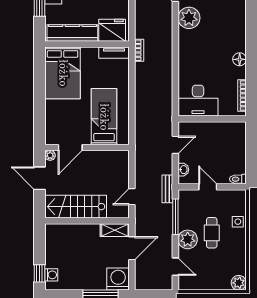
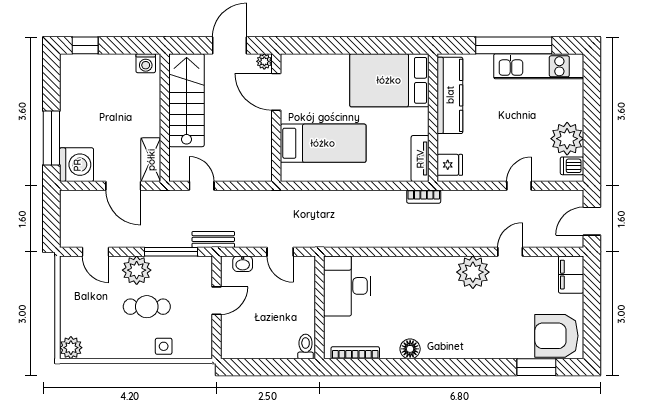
fridge: (112, 30) -> (450, 165), width x0.53, depth x0.75
toilet: (238, 179) -> (306, 346), moved
door: (175, 267) -> (95, 252), hinge flipped
washing machine: (51, 275) -> (146, 63), moved

